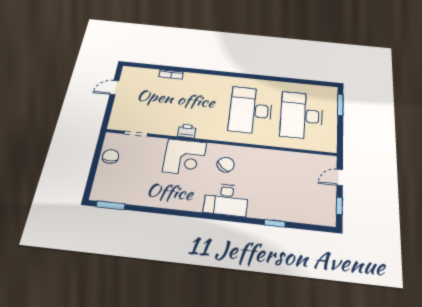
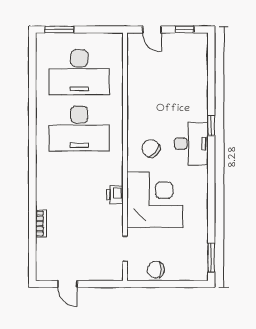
corner desk: (185, 157) -> (155, 200), width x1.36, depth x1.36
window: (275, 223) -> (211, 126), moved

